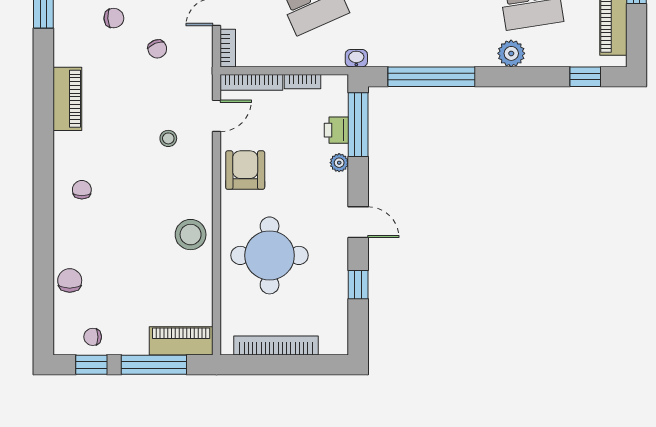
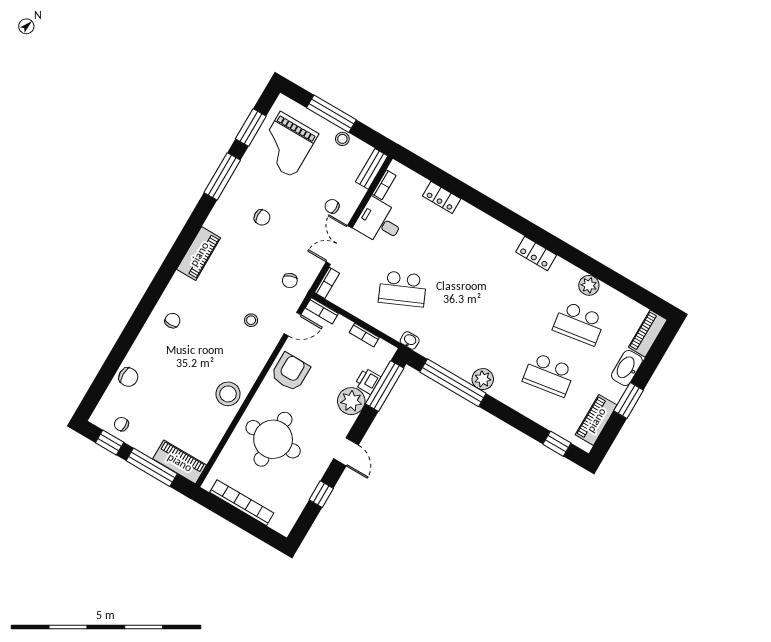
chair: (157, 49) -> (290, 281), moved
plant: (511, 53) -> (483, 379), moved
bookcase: (251, 82) -> (322, 311), width x0.64
plant: (339, 163) -> (351, 401), width x1.88, depth x1.88
chair: (70, 280) -> (128, 377), turned 90

